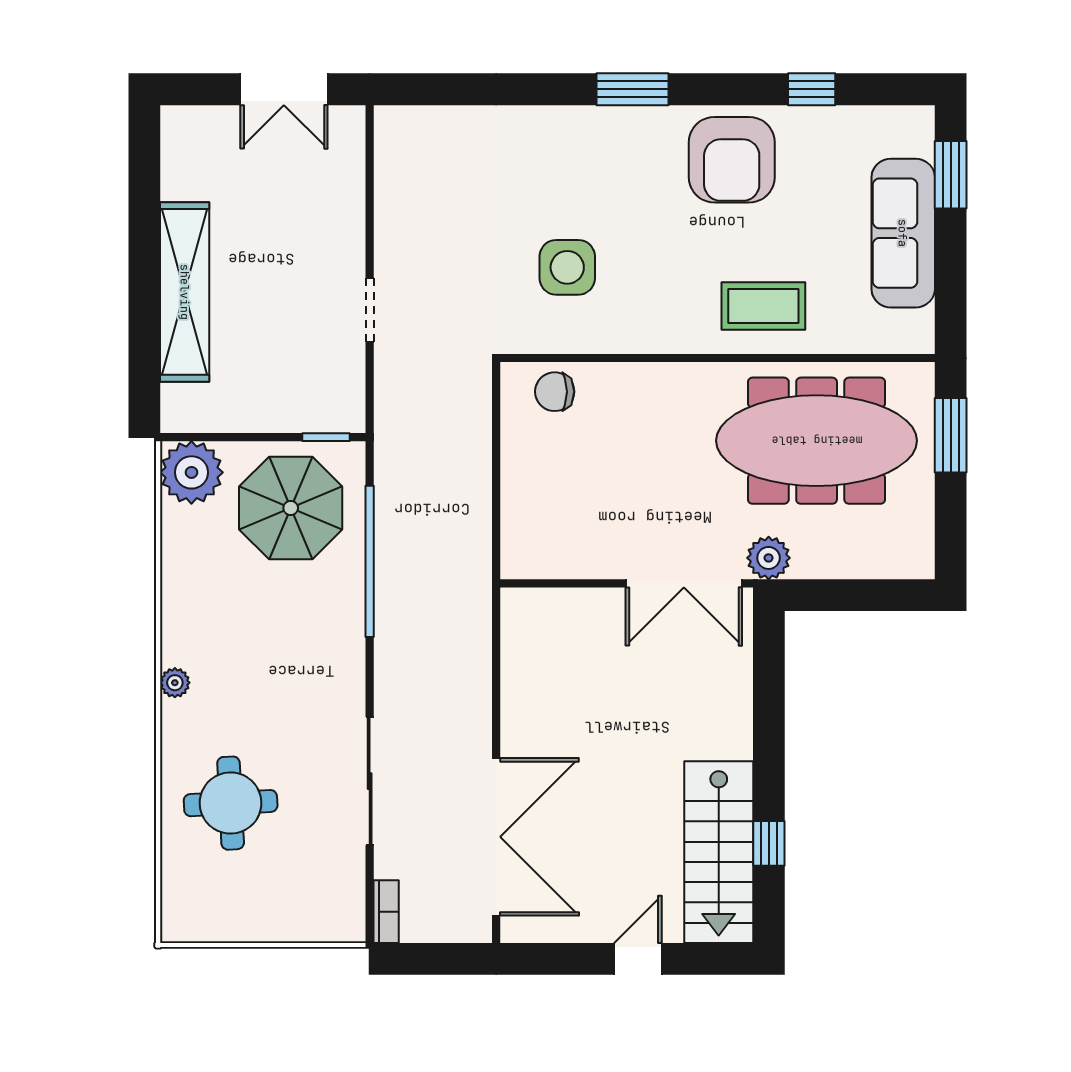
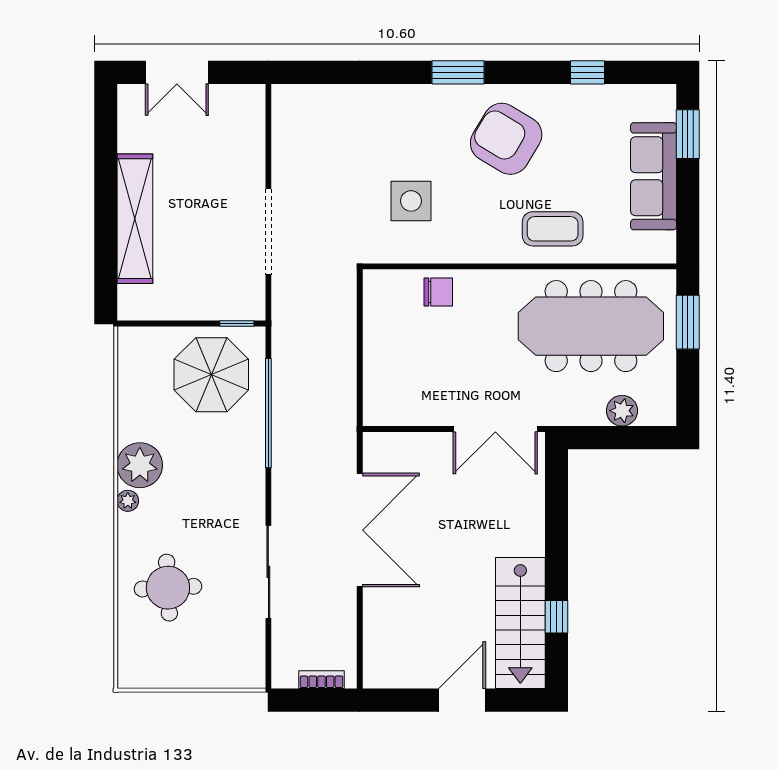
double door: (284, 89) -> (177, 72), moved
armchair: (732, 160) -> (506, 139), moved, turned 121
doorway: (370, 310) -> (268, 232), width x1.87
chair: (555, 392) -> (438, 292), moved, turned 180
plant: (191, 472) -> (140, 465), moved
plant: (769, 558) -> (622, 411), moved
double door: (496, 837) -> (360, 530), moved
bookcase: (386, 912) -> (321, 680), moved, turned -90
door: (638, 959) -> (462, 700), width x1.38

